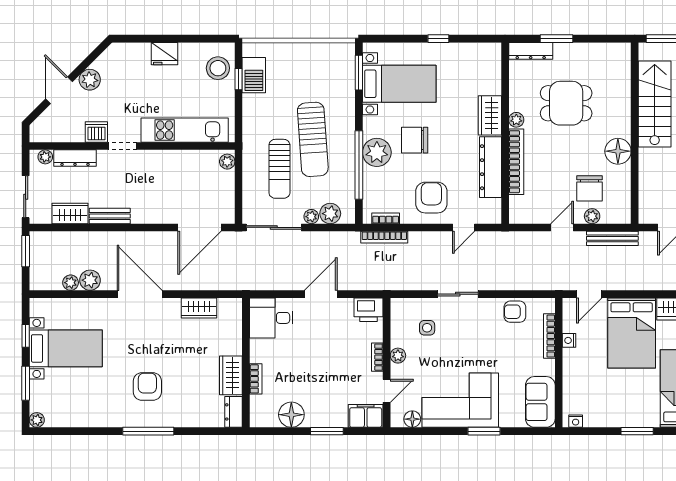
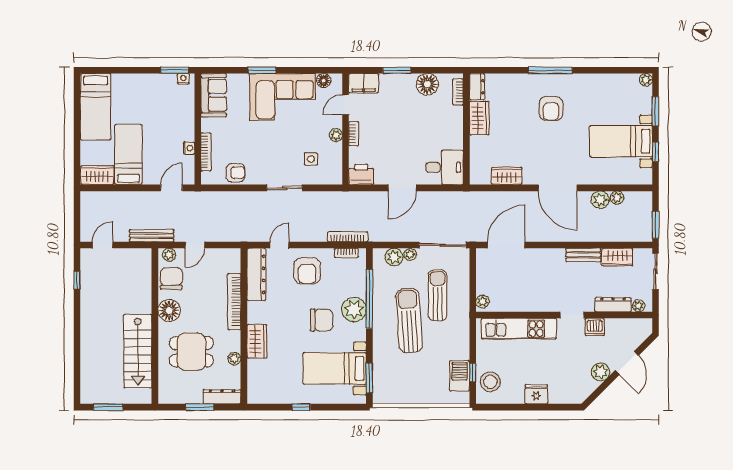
stairs: (655, 104) -> (138, 351), moved
plant: (516, 120) -> (234, 359), moved
wall: (635, 133) -> (155, 326), moved
floor lamp: (618, 151) -> (169, 311), moved
dresser: (491, 167) -> (256, 274), moved
bed: (632, 333) -> (128, 155), width x0.67
bookcase: (256, 379) -> (458, 92), moved
window: (637, 431) -> (175, 70), moved

